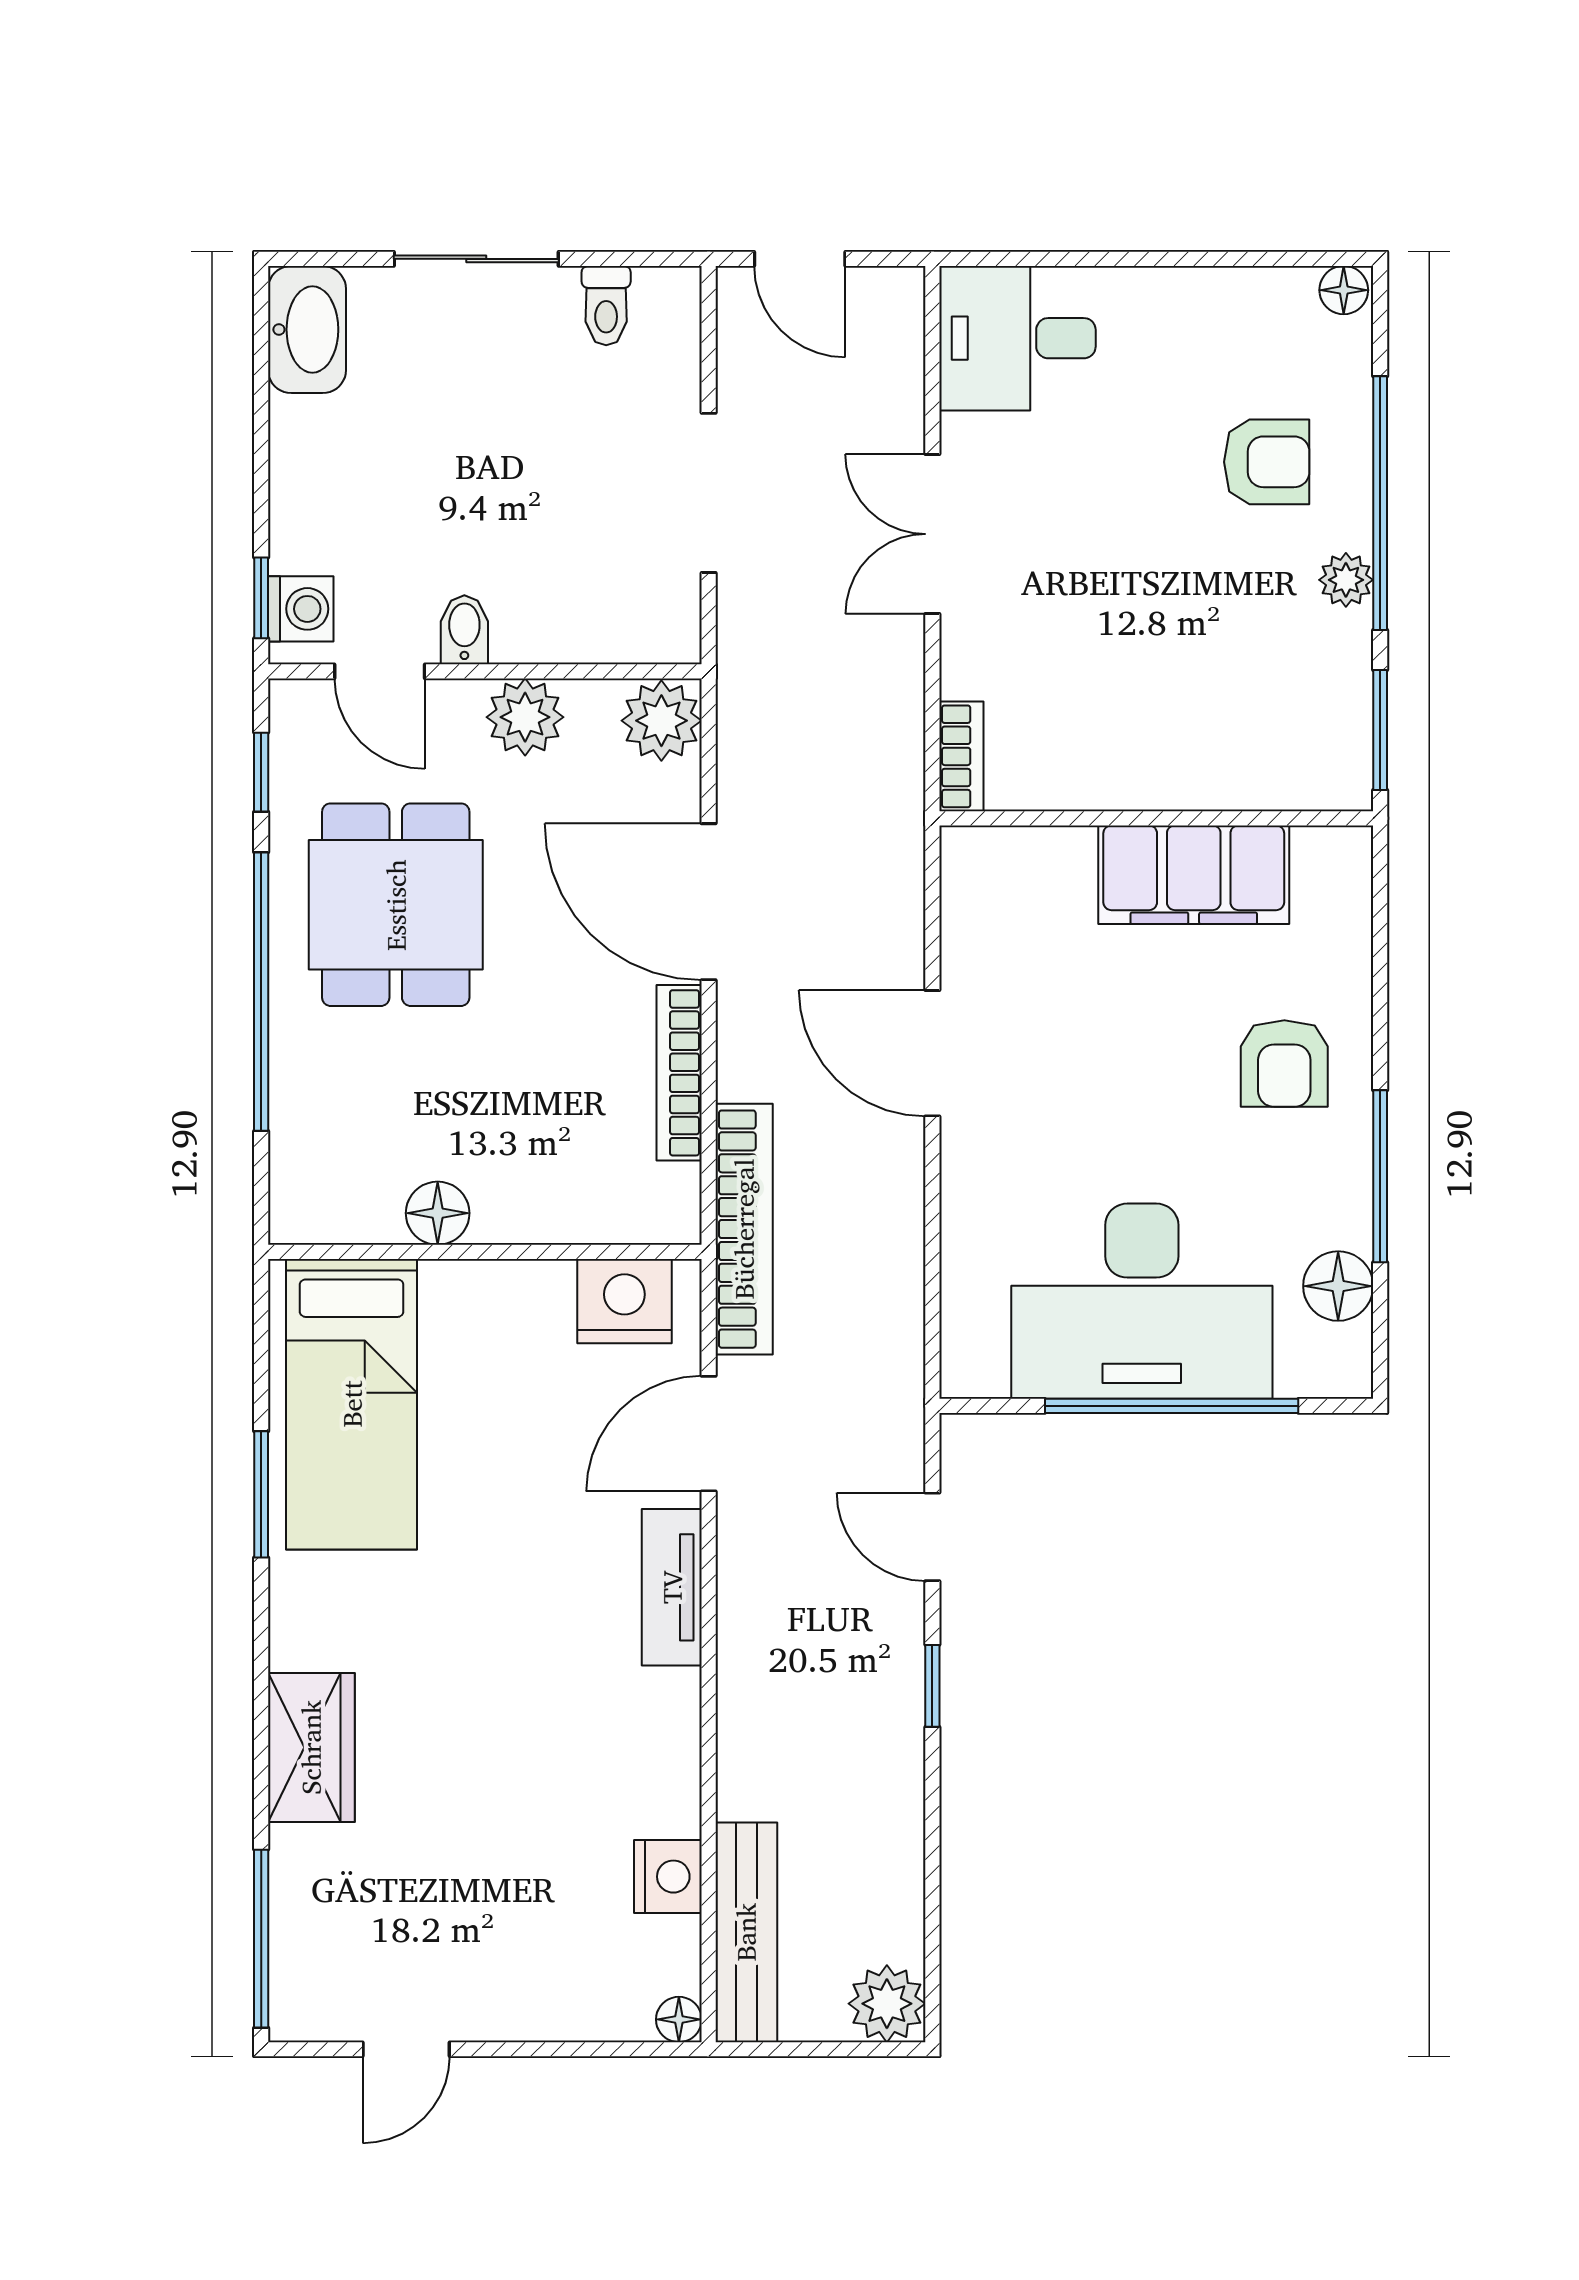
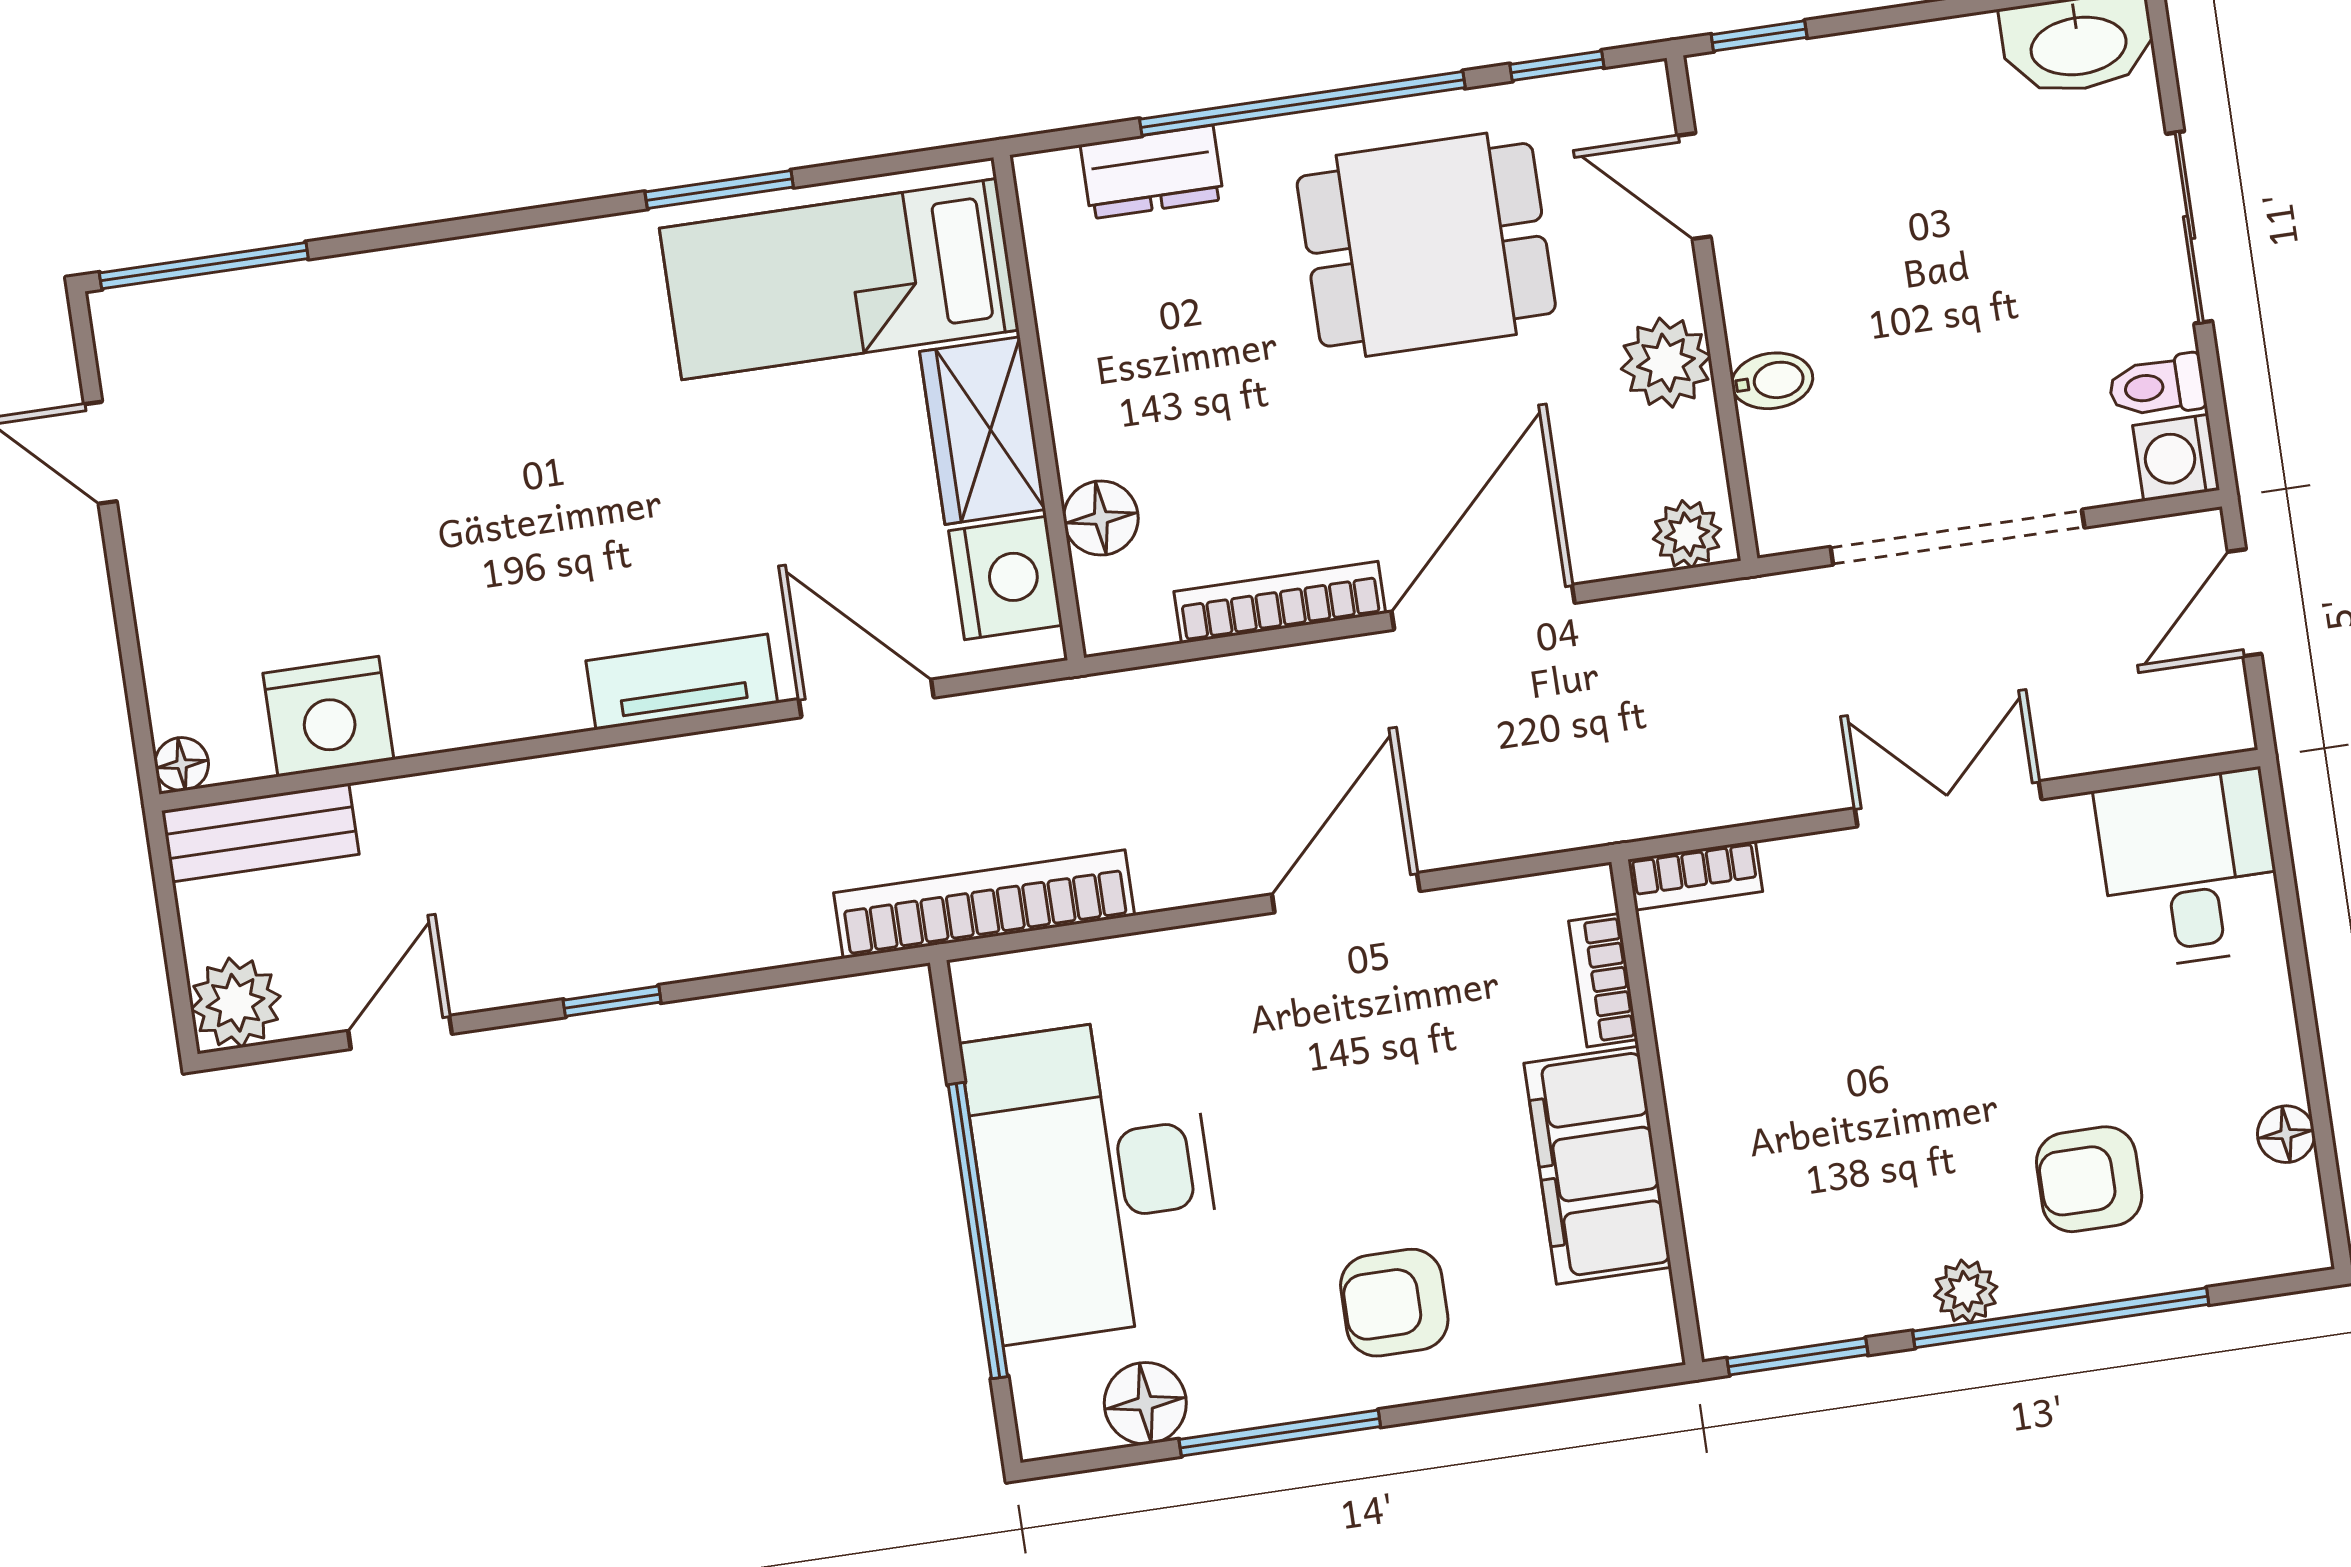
floor lamp: (1344, 290) -> (2286, 1134), moved
armchair: (1267, 462) -> (2089, 1179), turned 90
doorway: (709, 493) -> (1957, 537), width x1.36
washing machine: (301, 609) -> (2176, 458), moved, turned 90
bidet: (464, 630) -> (1772, 381), moved
door: (380, 671) -> (1694, 186), hinge flipped
plant: (661, 721) -> (1687, 534), width x0.73, depth x0.73
bookcase: (1038, 847) -> (1603, 980), added
dresser: (300, 1127) -> (1152, 172), added
floor lamp: (438, 1213) -> (1101, 518), moved
bookcase: (744, 1229) -> (984, 904), moved, turned 180
door: (932, 1537) -> (400, 1032), moved
wardrobe: (311, 1747) -> (983, 431), moved, turned 90
nightstand: (668, 1877) -> (328, 716), width x1.36, depth x1.33
bench: (746, 1932) -> (260, 833), width x0.73

